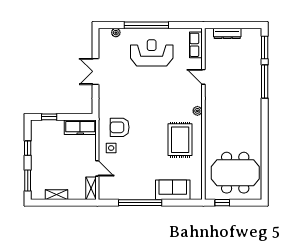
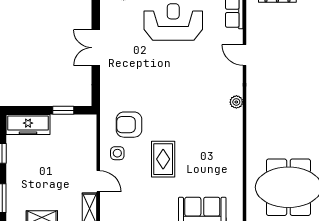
window: (49, 117) -> (63, 110), moved
freezer: (80, 127) -> (28, 124), moved
rug: (180, 140) -> (163, 159), moved, width x0.73, depth x0.70

